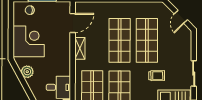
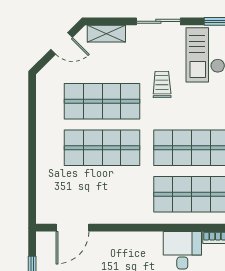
door: (73, 23) -> (72, 228), swing flipped
shelving: (80, 48) -> (106, 34), moved

